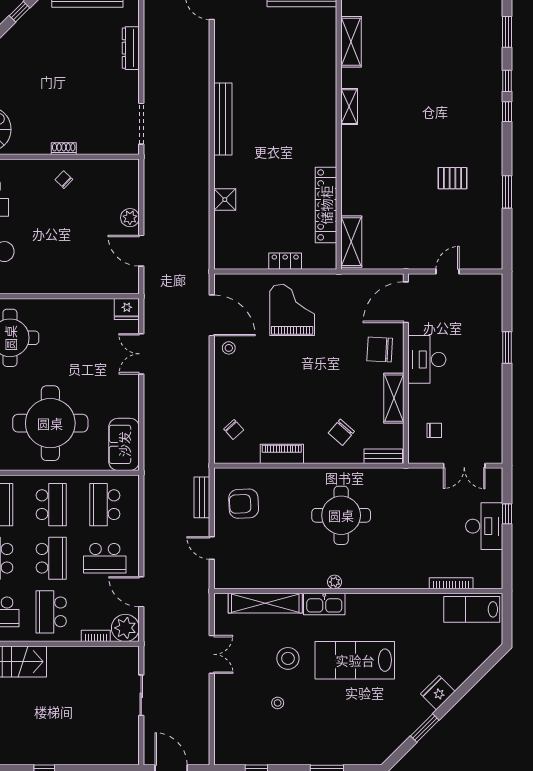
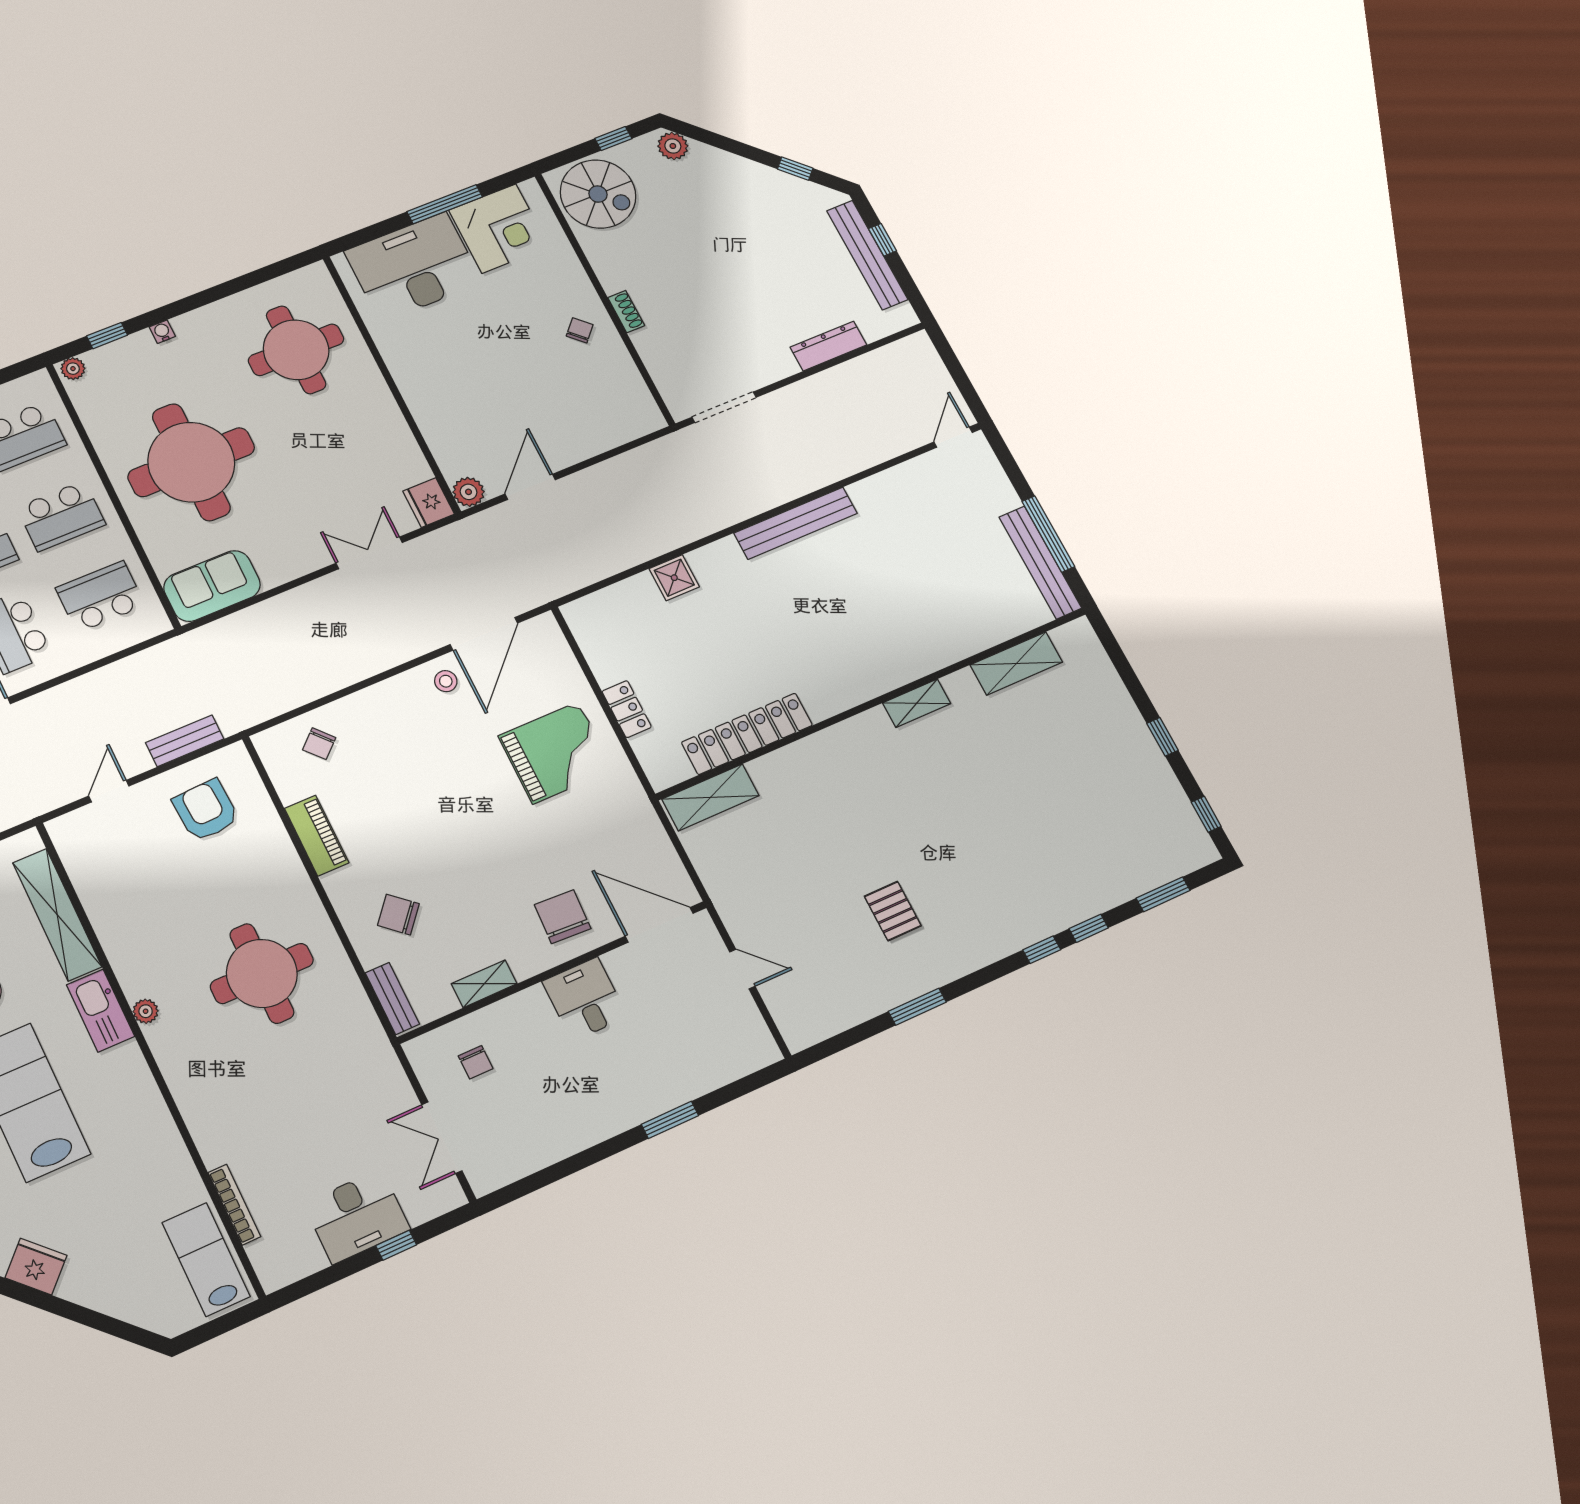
plant: (130, 218) -> (469, 492), moved
desk: (427, 359) -> (585, 999), width x0.73
shelving: (394, 398) -> (484, 984), width x0.67, depth x0.75

